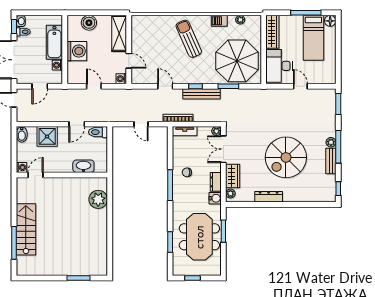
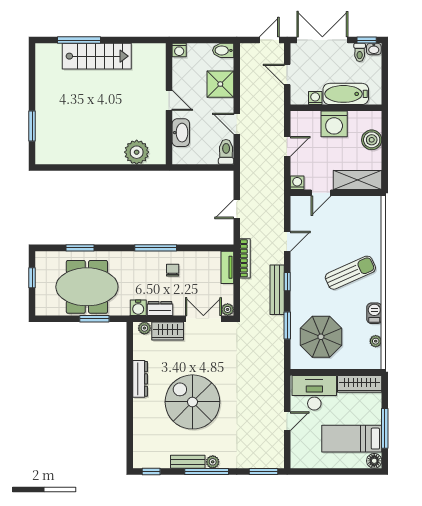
parasol: (237, 61) -> (321, 337), width x0.73, depth x0.73
door: (35, 175) -> (169, 100), moved

